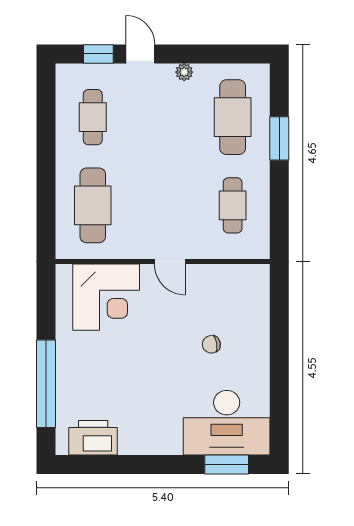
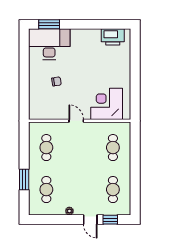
cafe table: (233, 117) -> (46, 190), width x0.73, depth x0.74
cafe table: (93, 205) -> (113, 148), width x0.73, depth x0.74
window: (46, 384) -> (135, 63), removed

